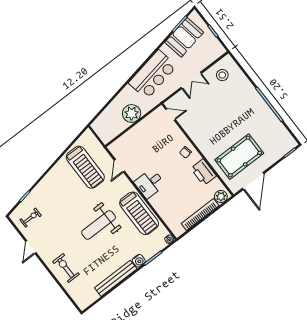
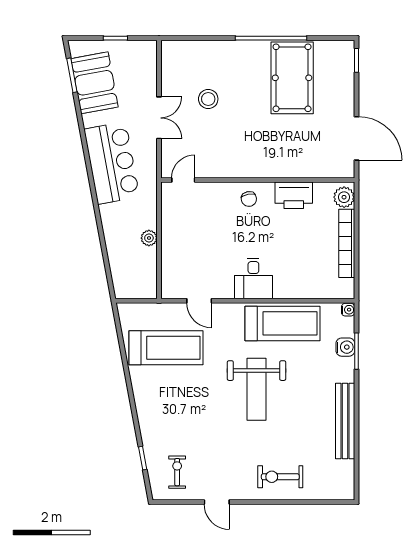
stool: (222, 75) -> (208, 99), moved
plant: (132, 113) -> (149, 238), width x0.53, depth x0.53
pool table: (239, 157) -> (292, 78), moved
water cooler: (139, 261) -> (345, 347), moved

